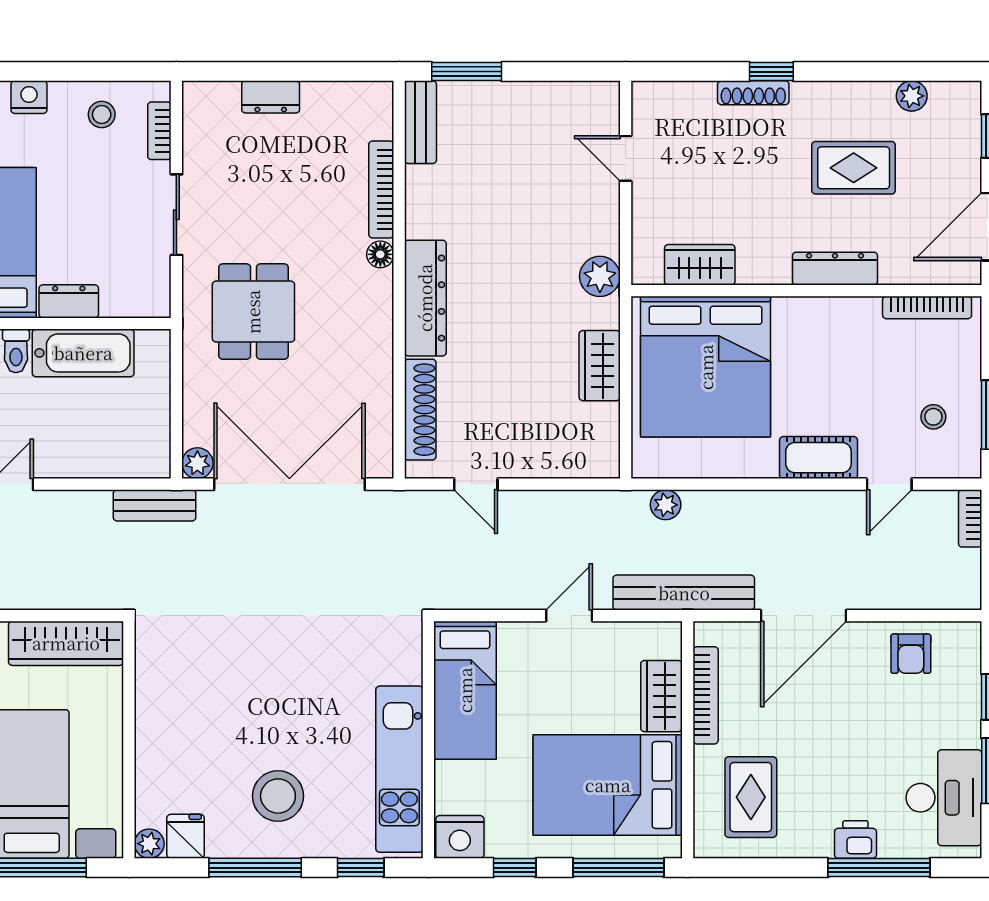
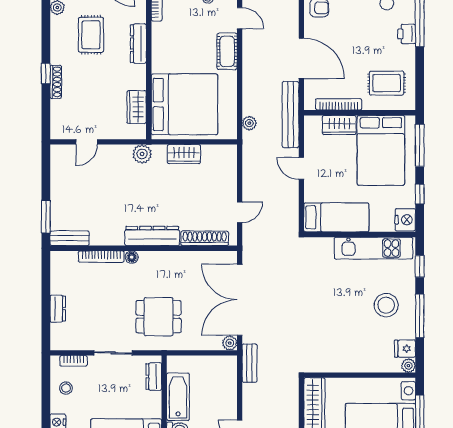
dresser: (69, 301) -> (154, 377), moved

